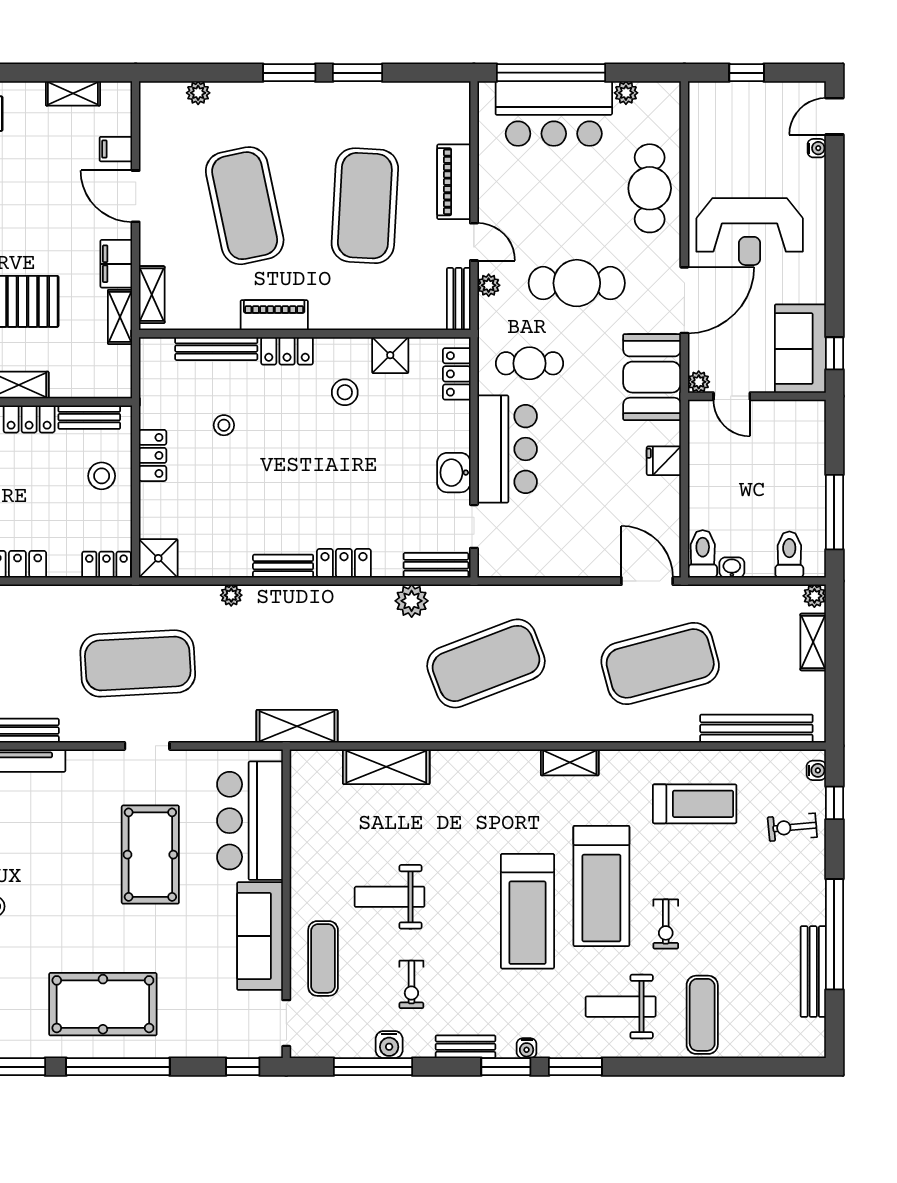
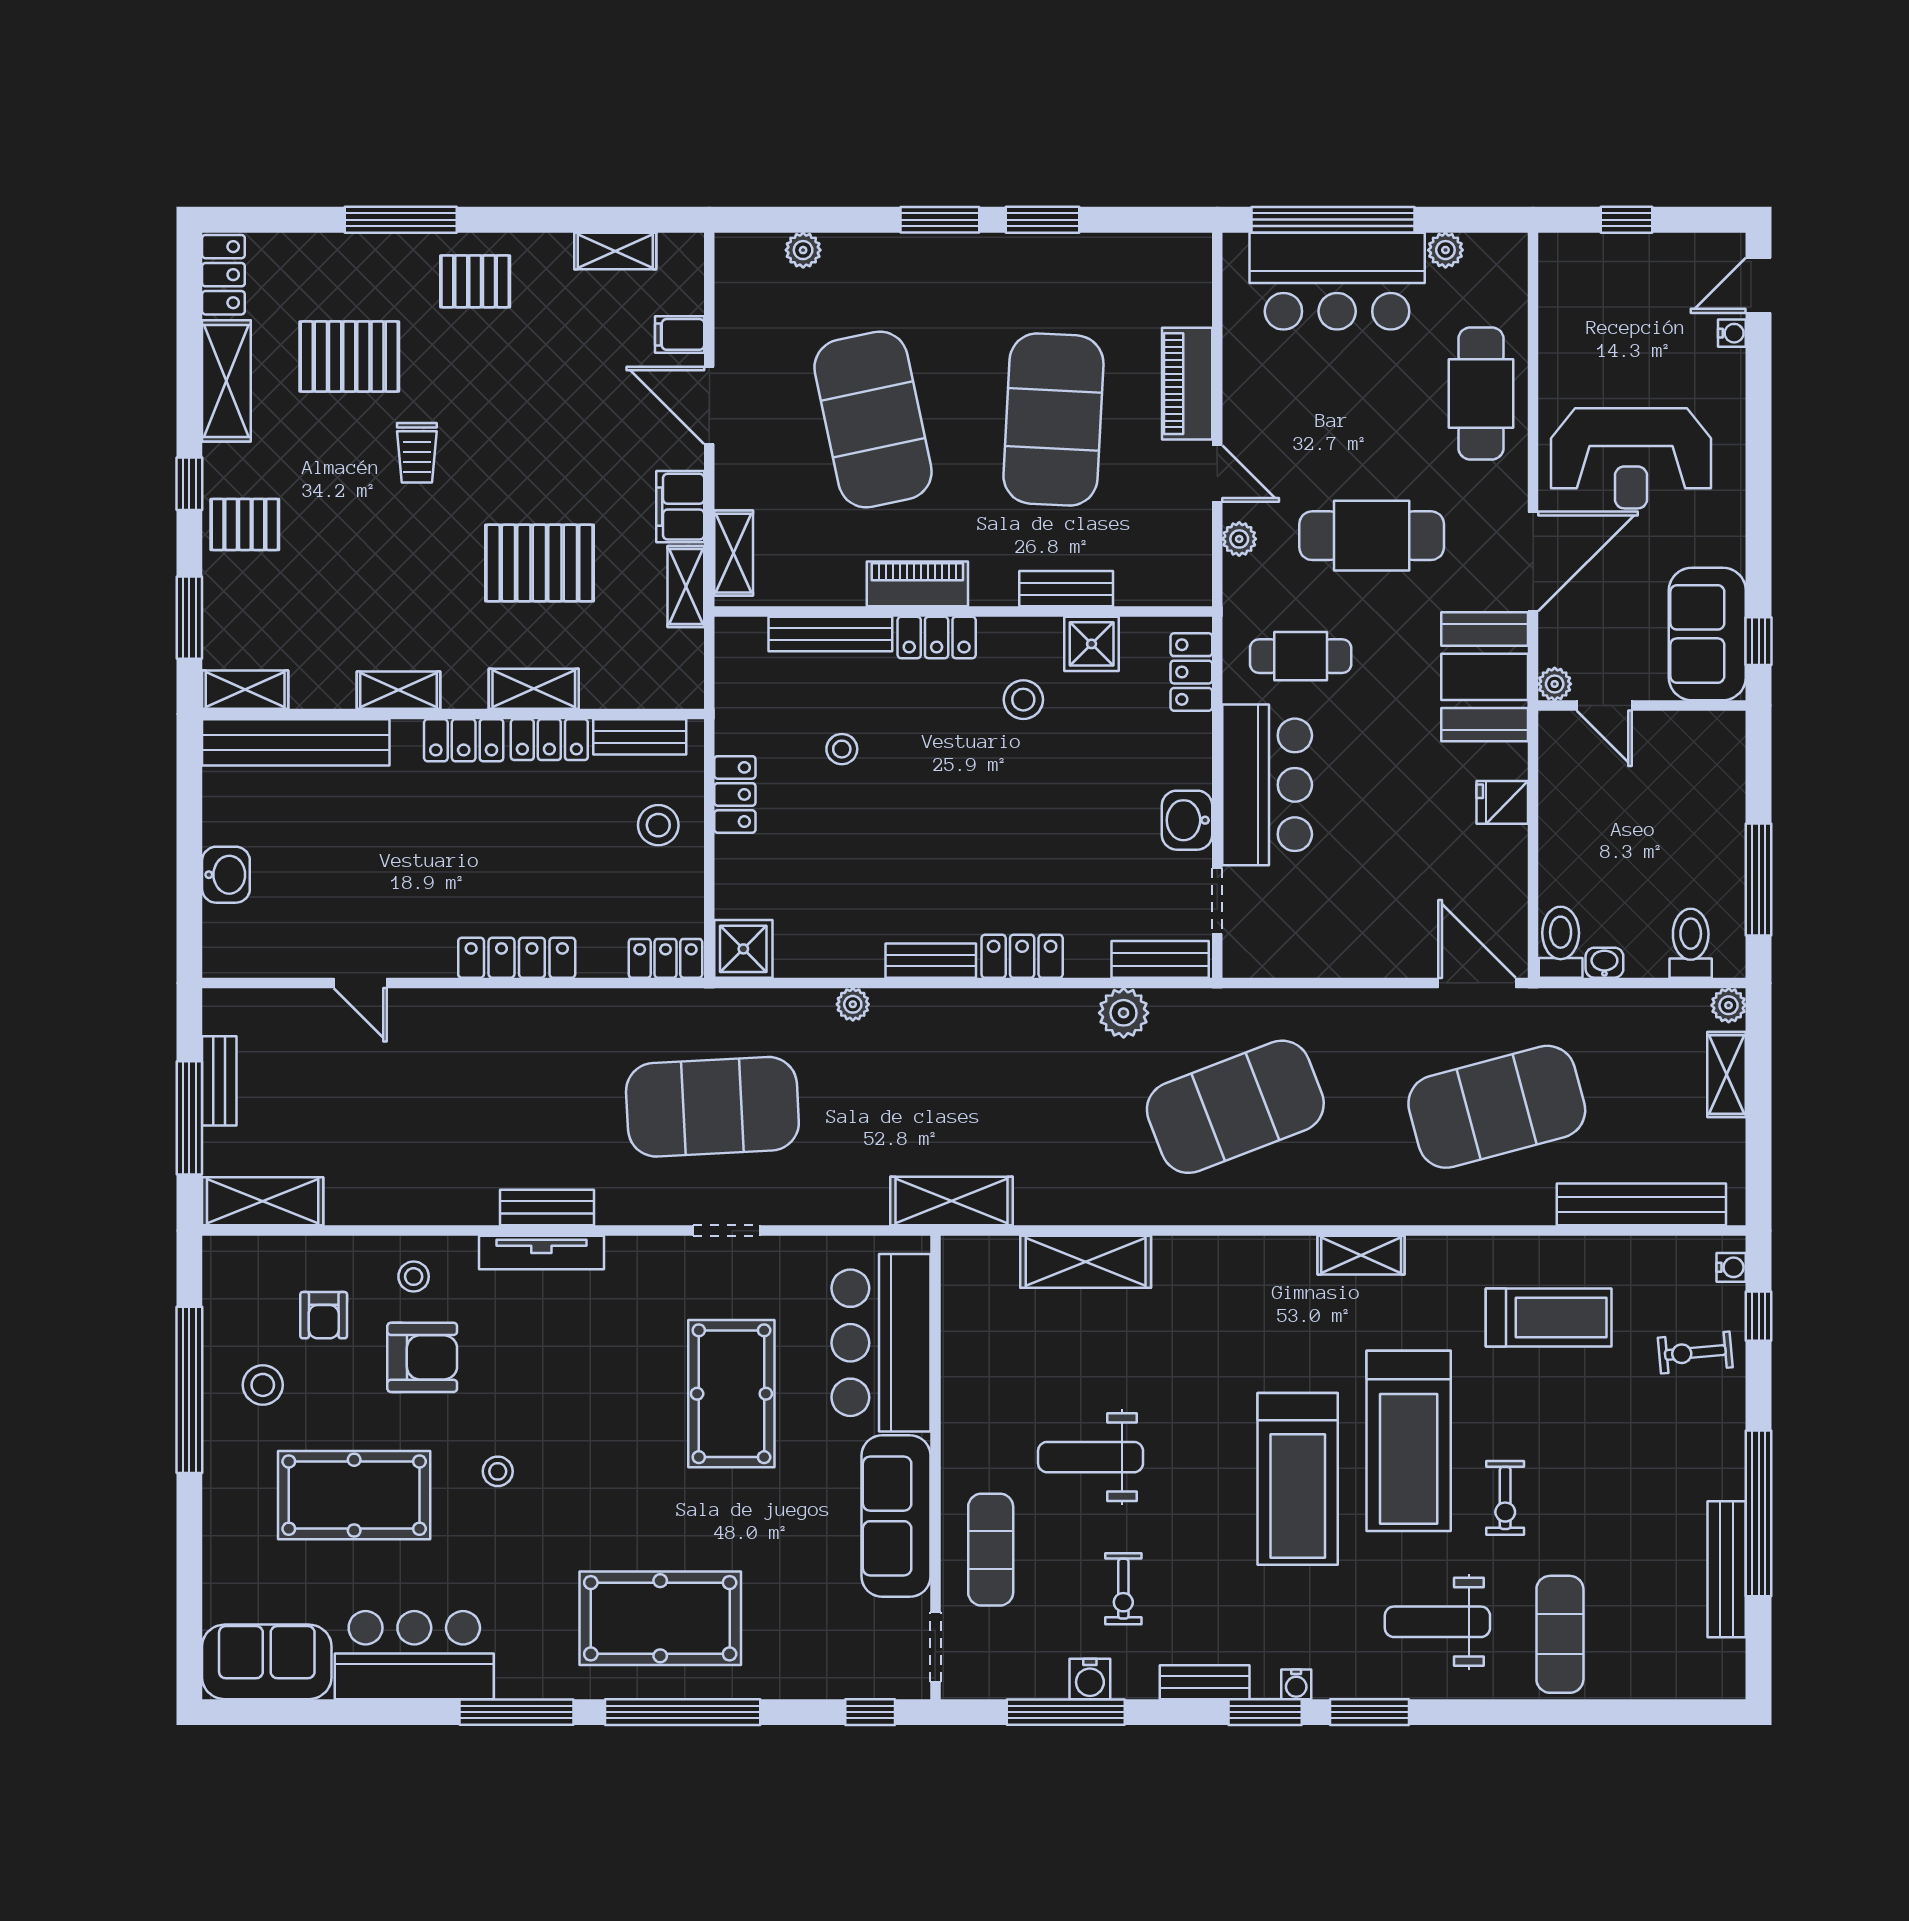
bench: (459, 299) -> (1066, 589), moved, turned 90

